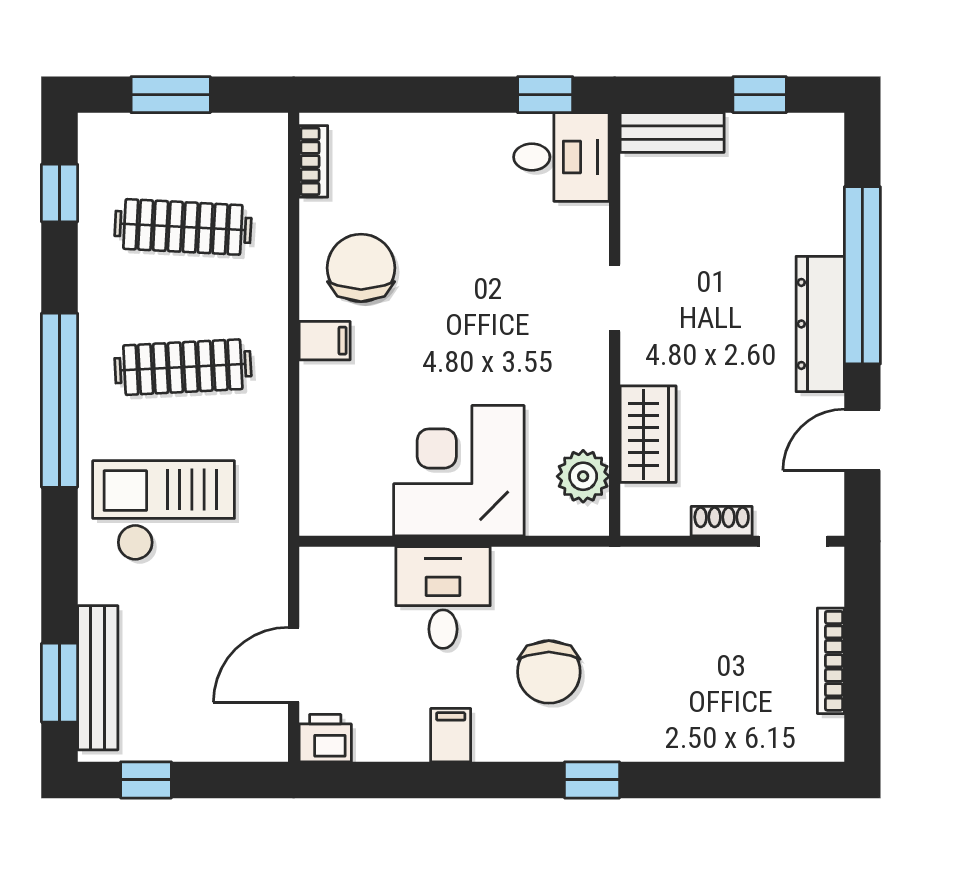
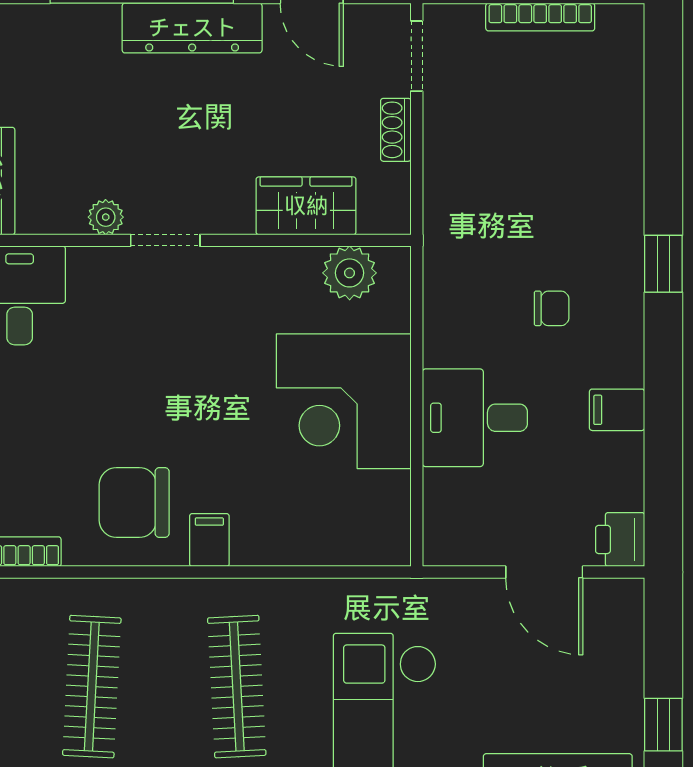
plant: (637, 240) -> (106, 217), added
chair: (549, 672) -> (552, 308), width x0.54, depth x0.54

